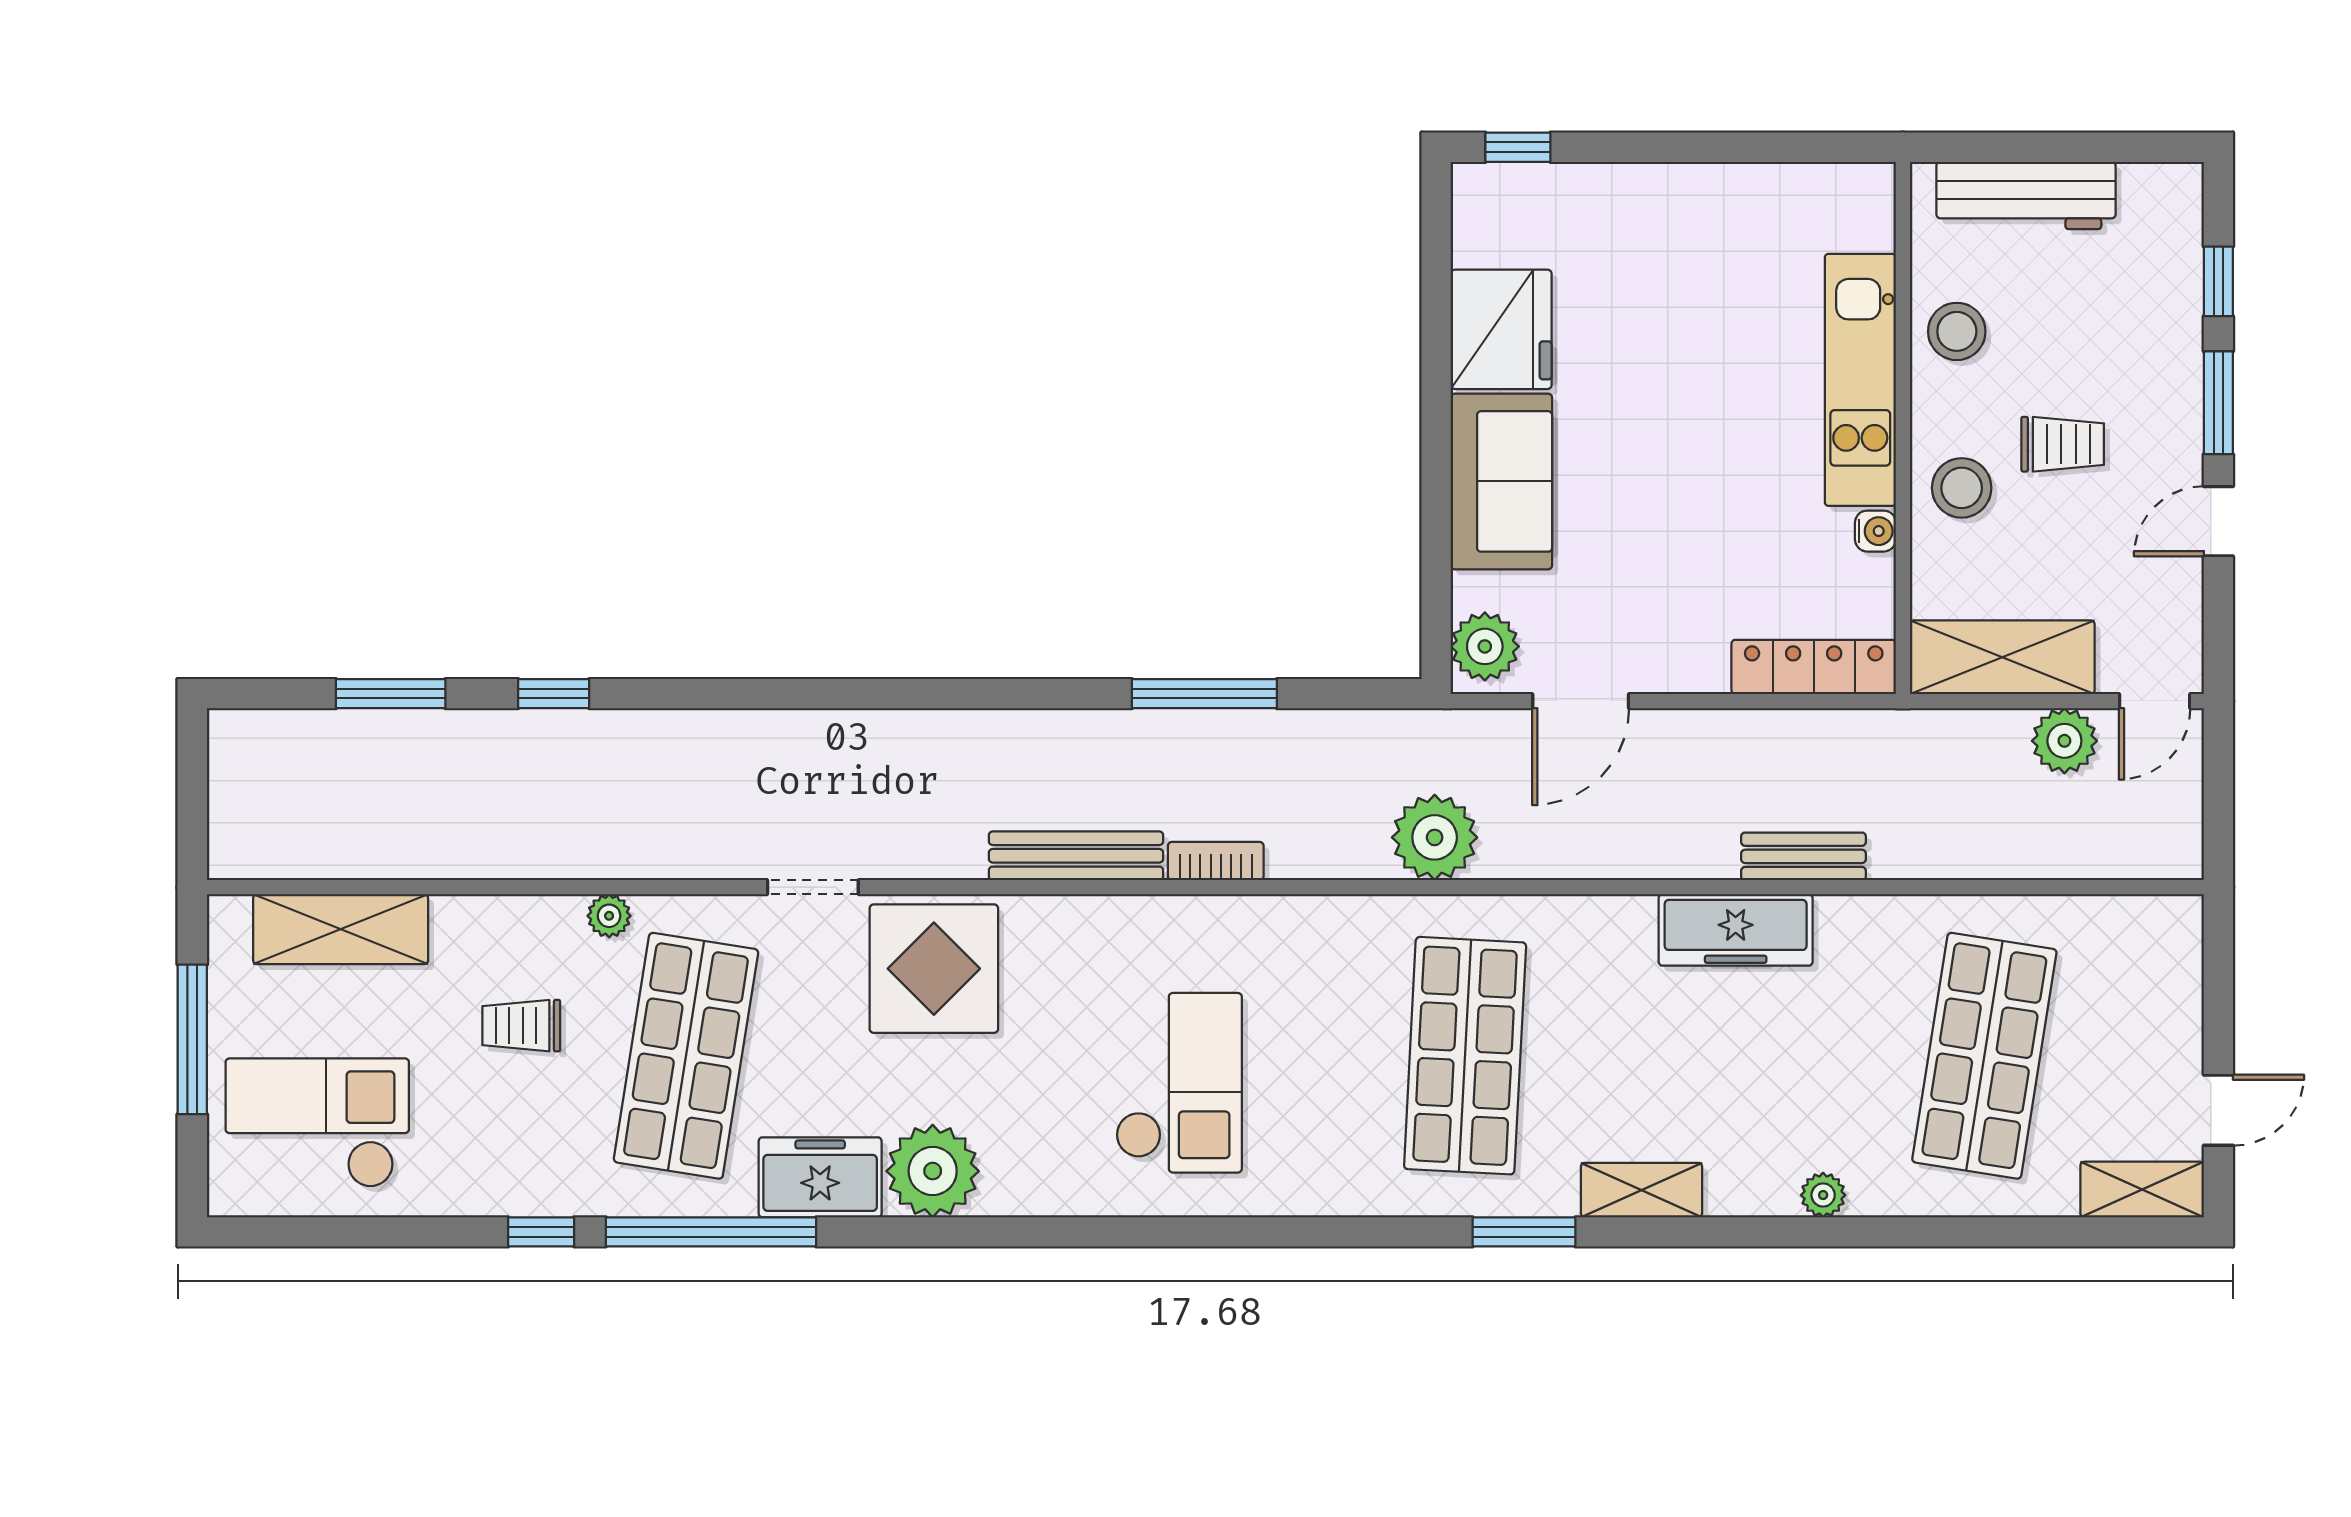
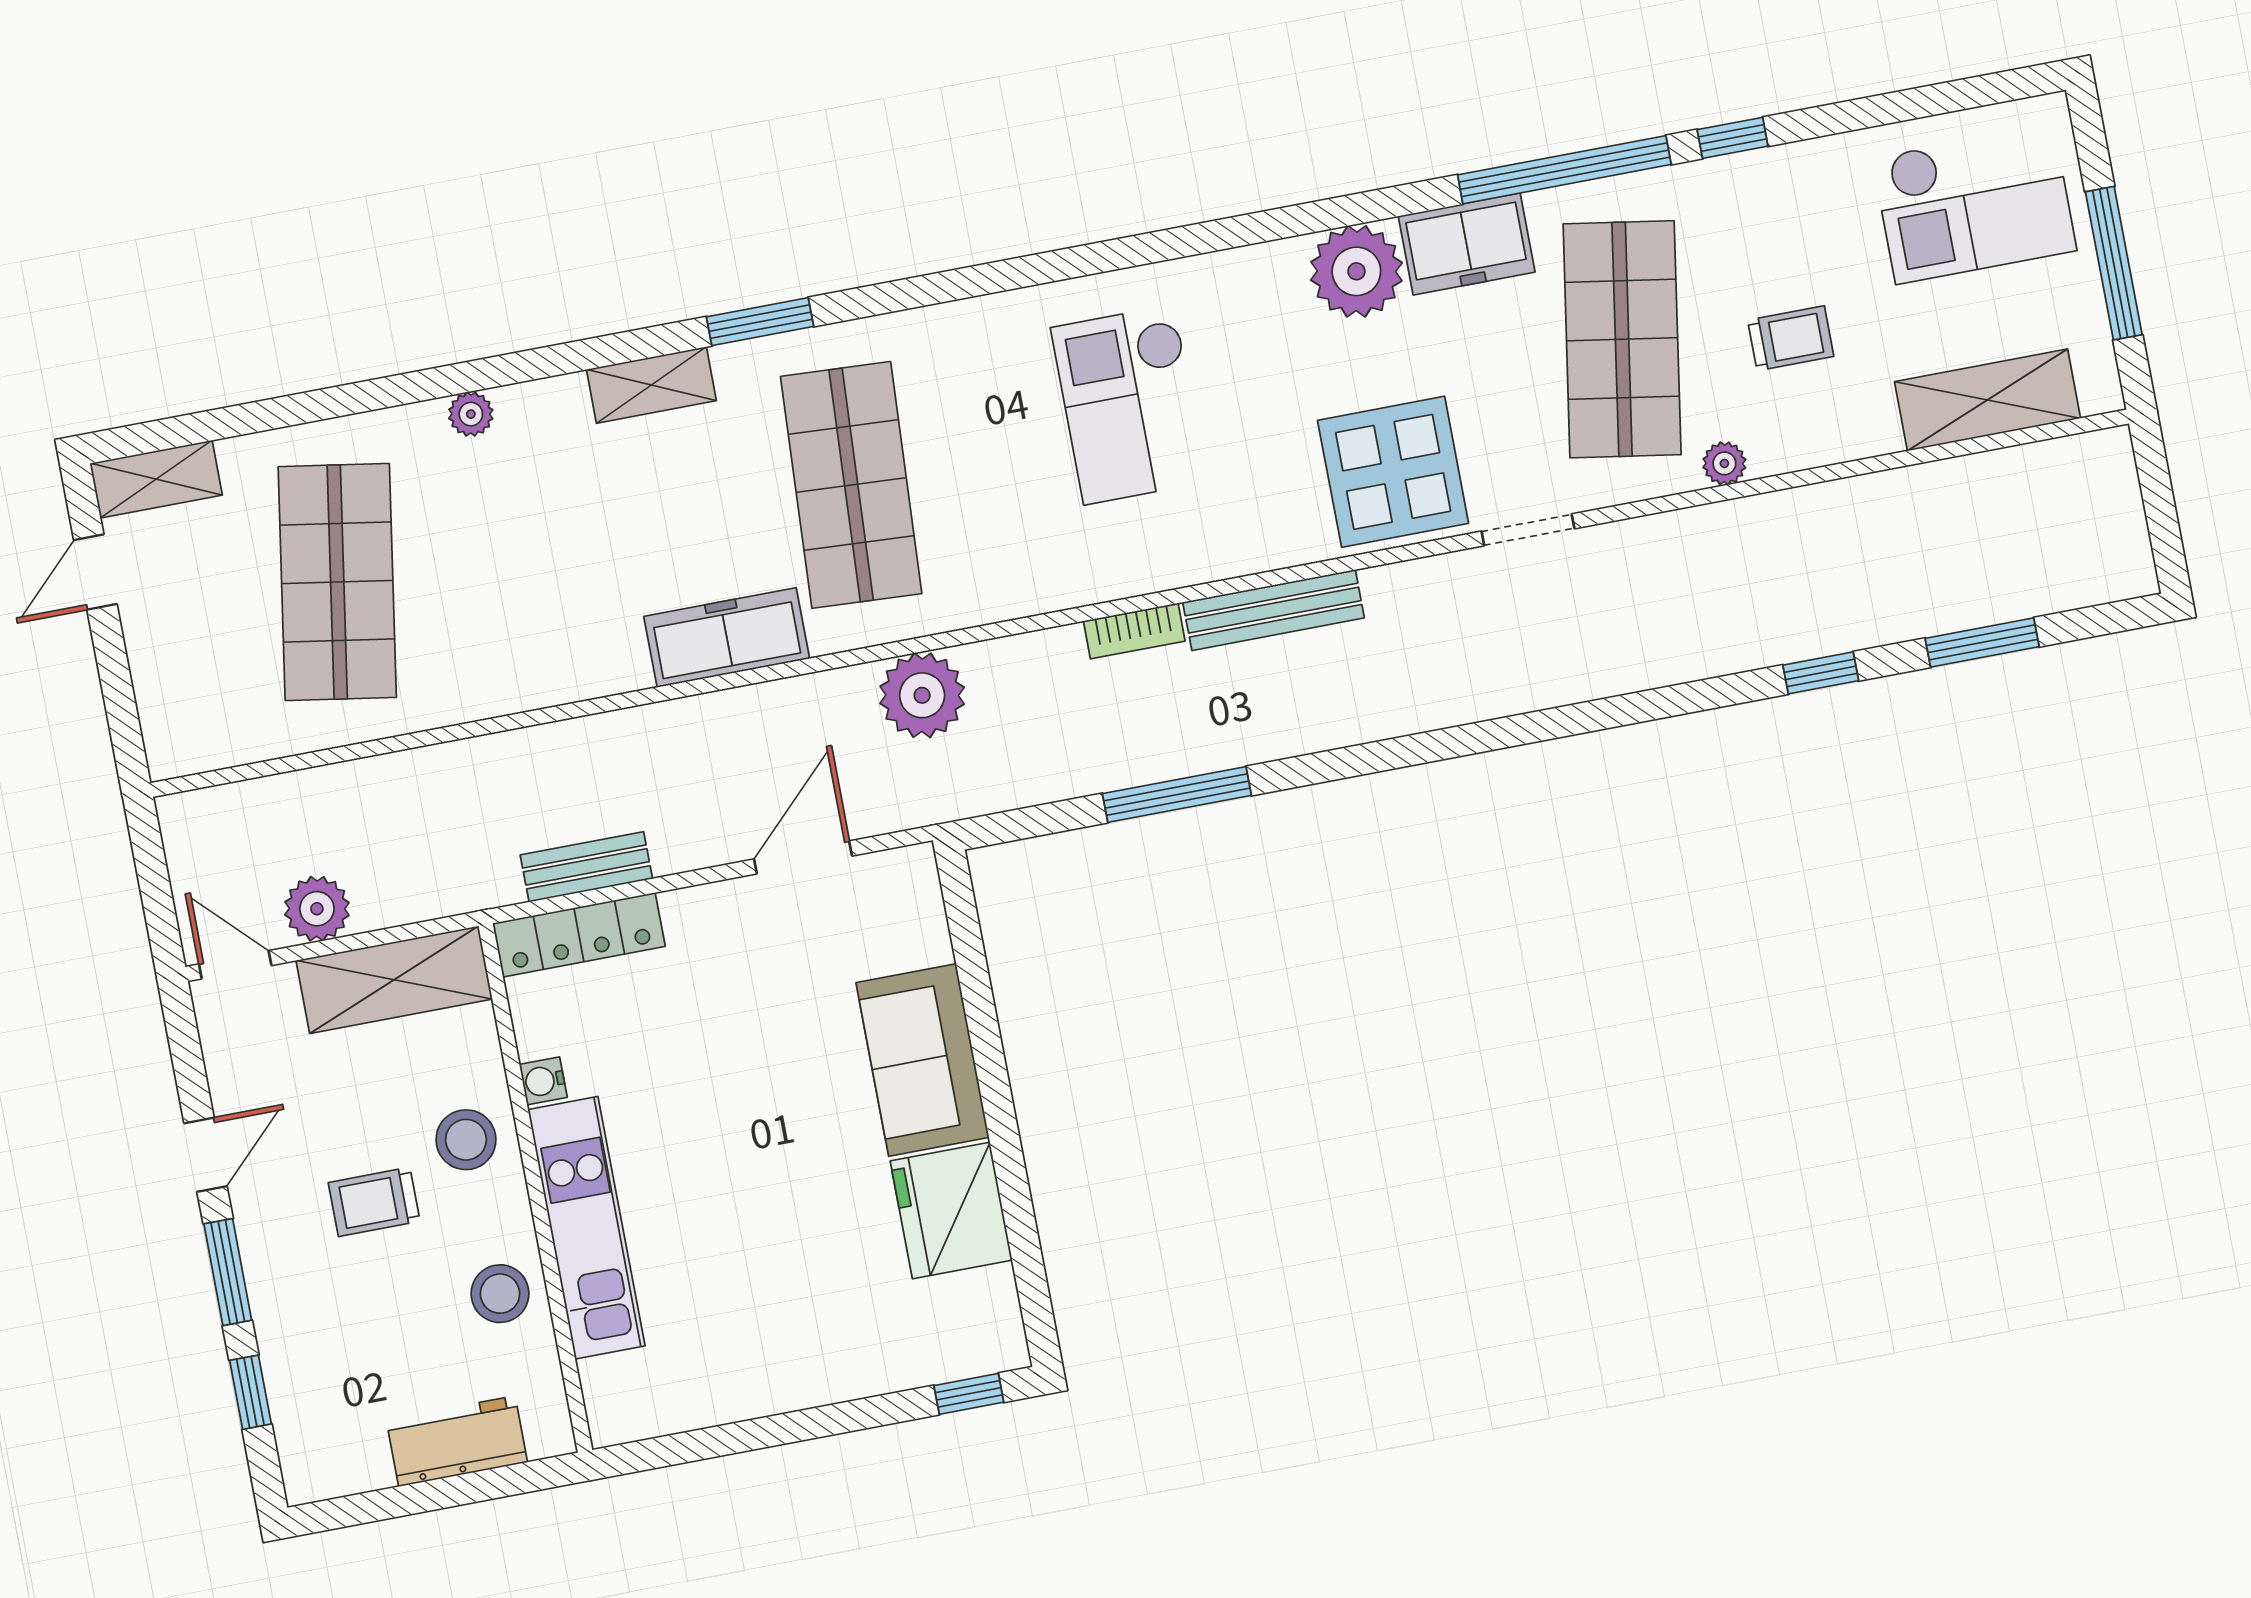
workbench: (2026, 195) -> (457, 1441), width x0.73
plant: (1485, 646) -> (908, 894), removed
door: (2155, 701) -> (235, 965), hinge flipped
bench: (1804, 856) -> (586, 867), moved
freezer: (1736, 930) -> (727, 637), moved

